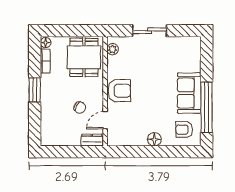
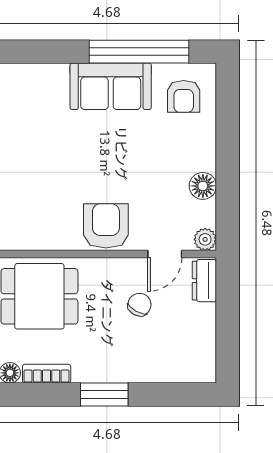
plant: (112, 49) -> (205, 239), moved
door: (105, 120) -> (165, 254), hinge flipped
floor lamp: (154, 139) -> (203, 186), moved

